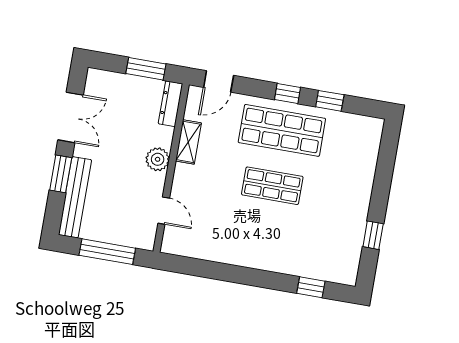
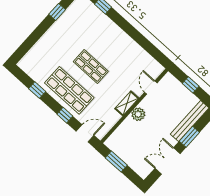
window: (288, 93) -> (65, 115), moved
dresser: (170, 104) -> (115, 137), removed
shelving: (188, 142) -> (127, 103), moved
window: (107, 252) -> (191, 85), width x0.46

